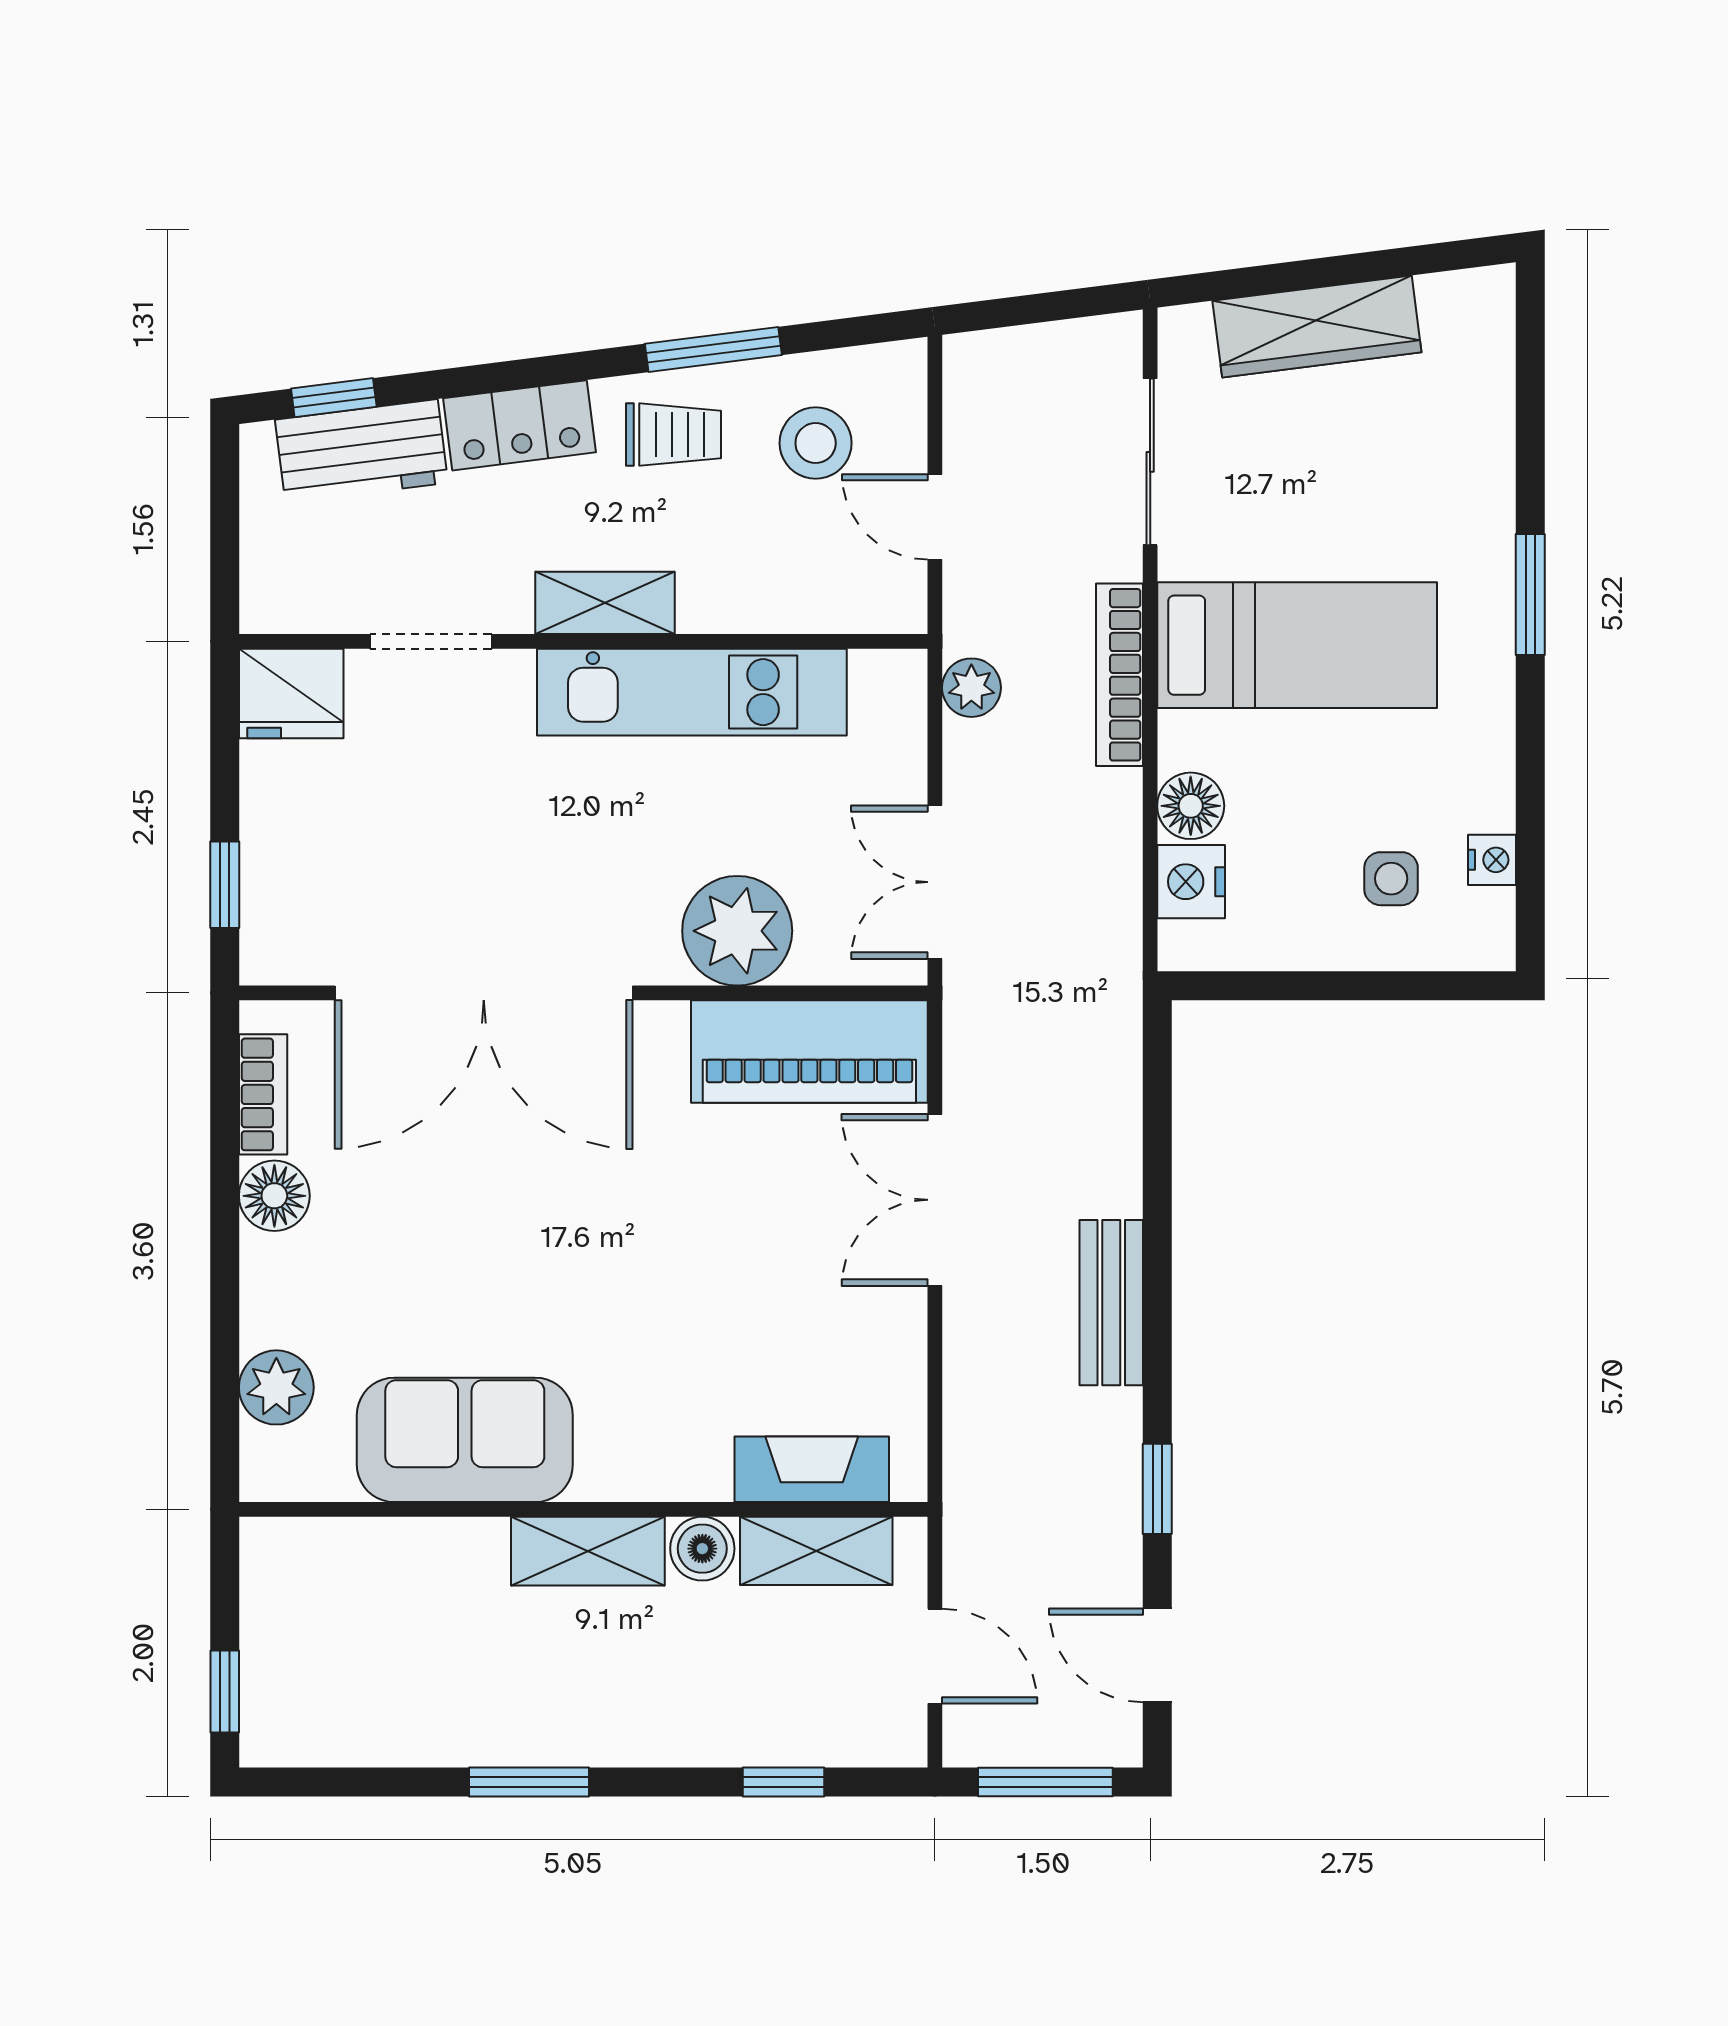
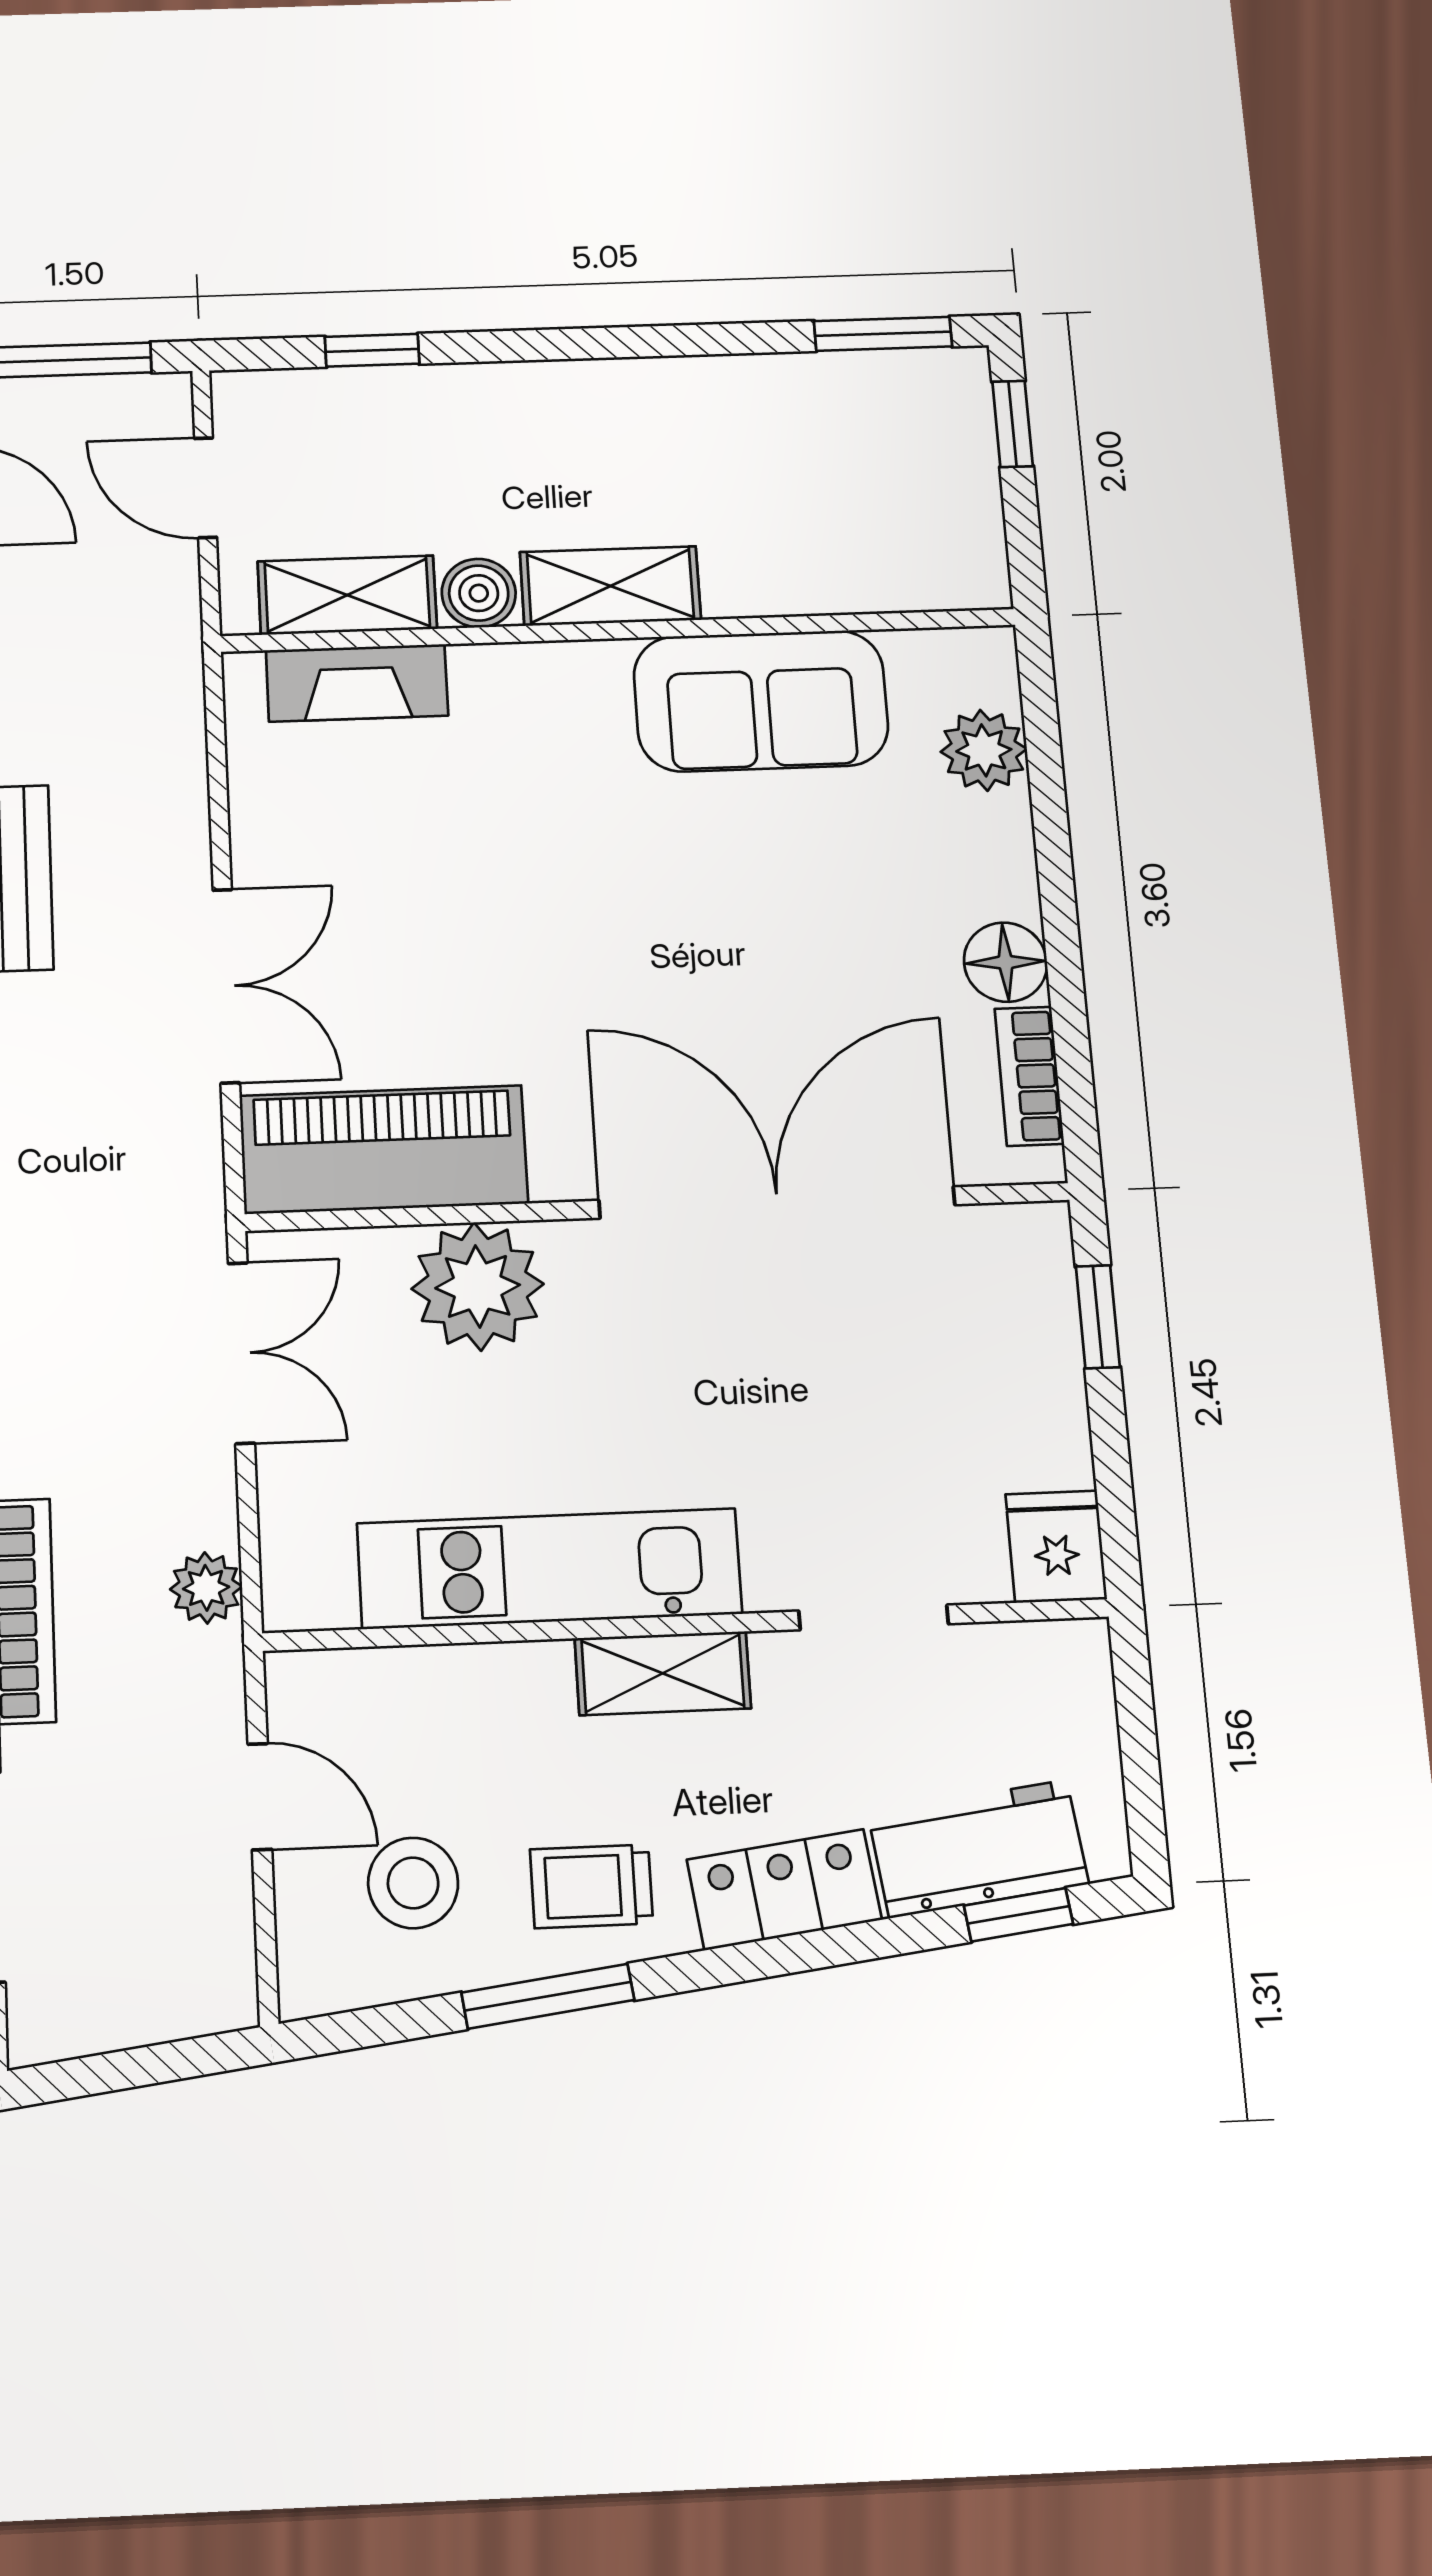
fridge: (291, 693) -> (1056, 1547), width x0.72
window: (529, 1782) -> (883, 334), moved

